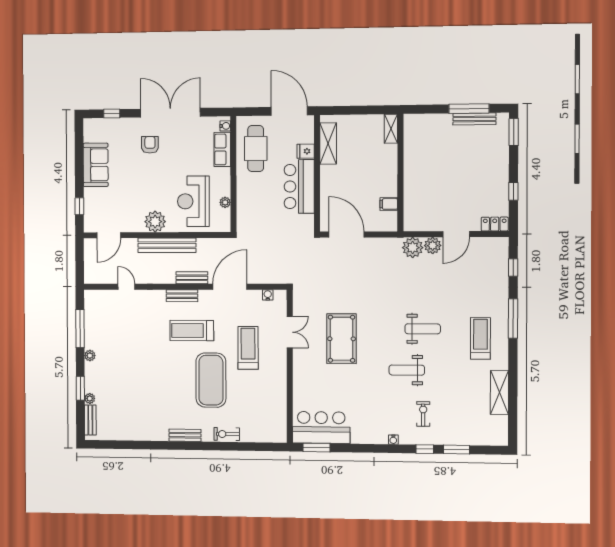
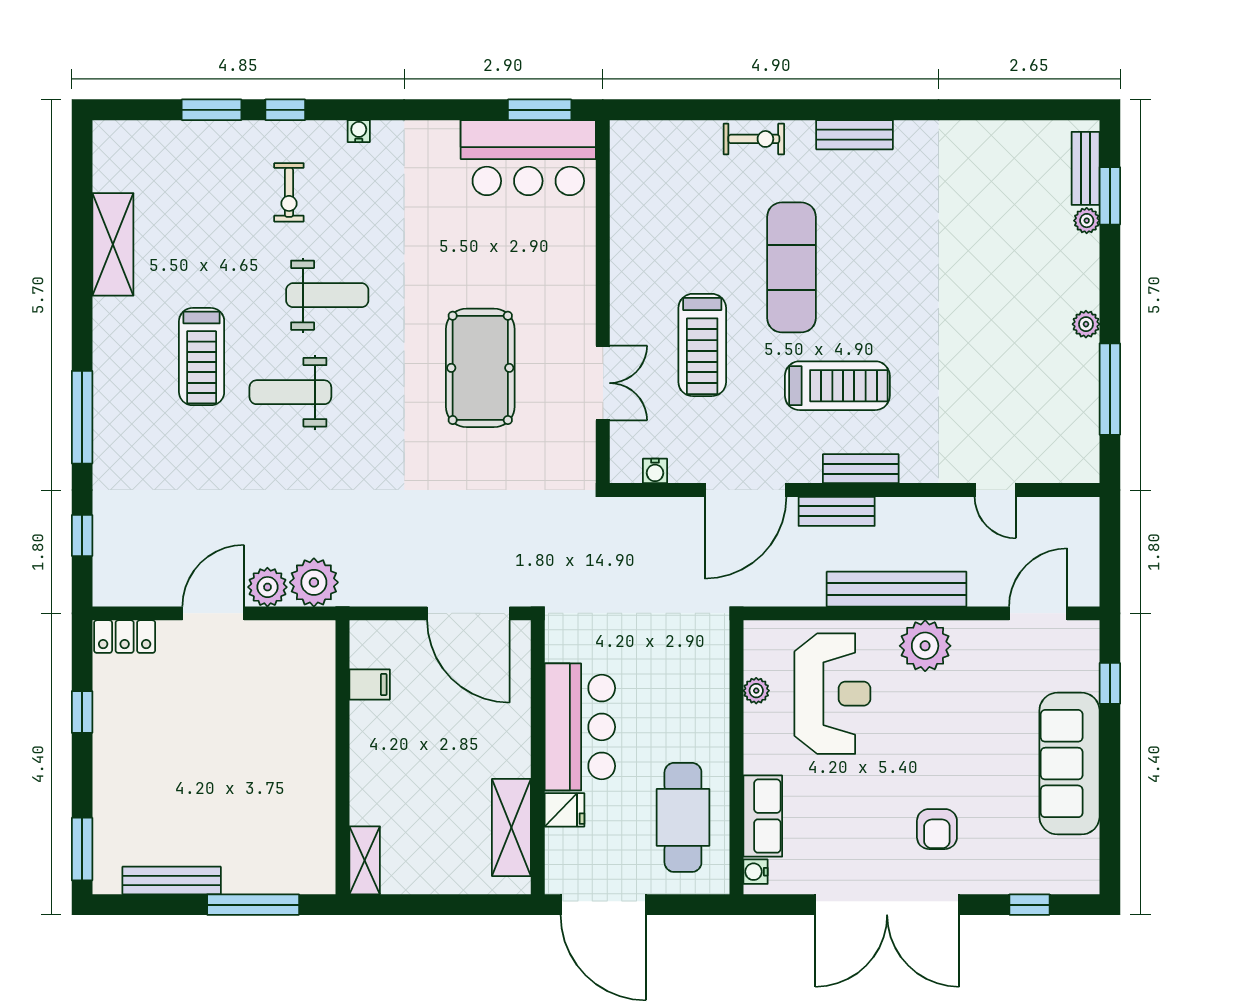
window: (469, 109) -> (253, 905), moved
sofa: (96, 165) -> (1069, 764), width x1.36
double door: (290, 332) -> (603, 383), swing flipped
treadmill: (480, 338) -> (202, 357), moved
exercise mat: (211, 380) -> (791, 267), width x0.68
window: (80, 388) -> (1110, 196), moved

